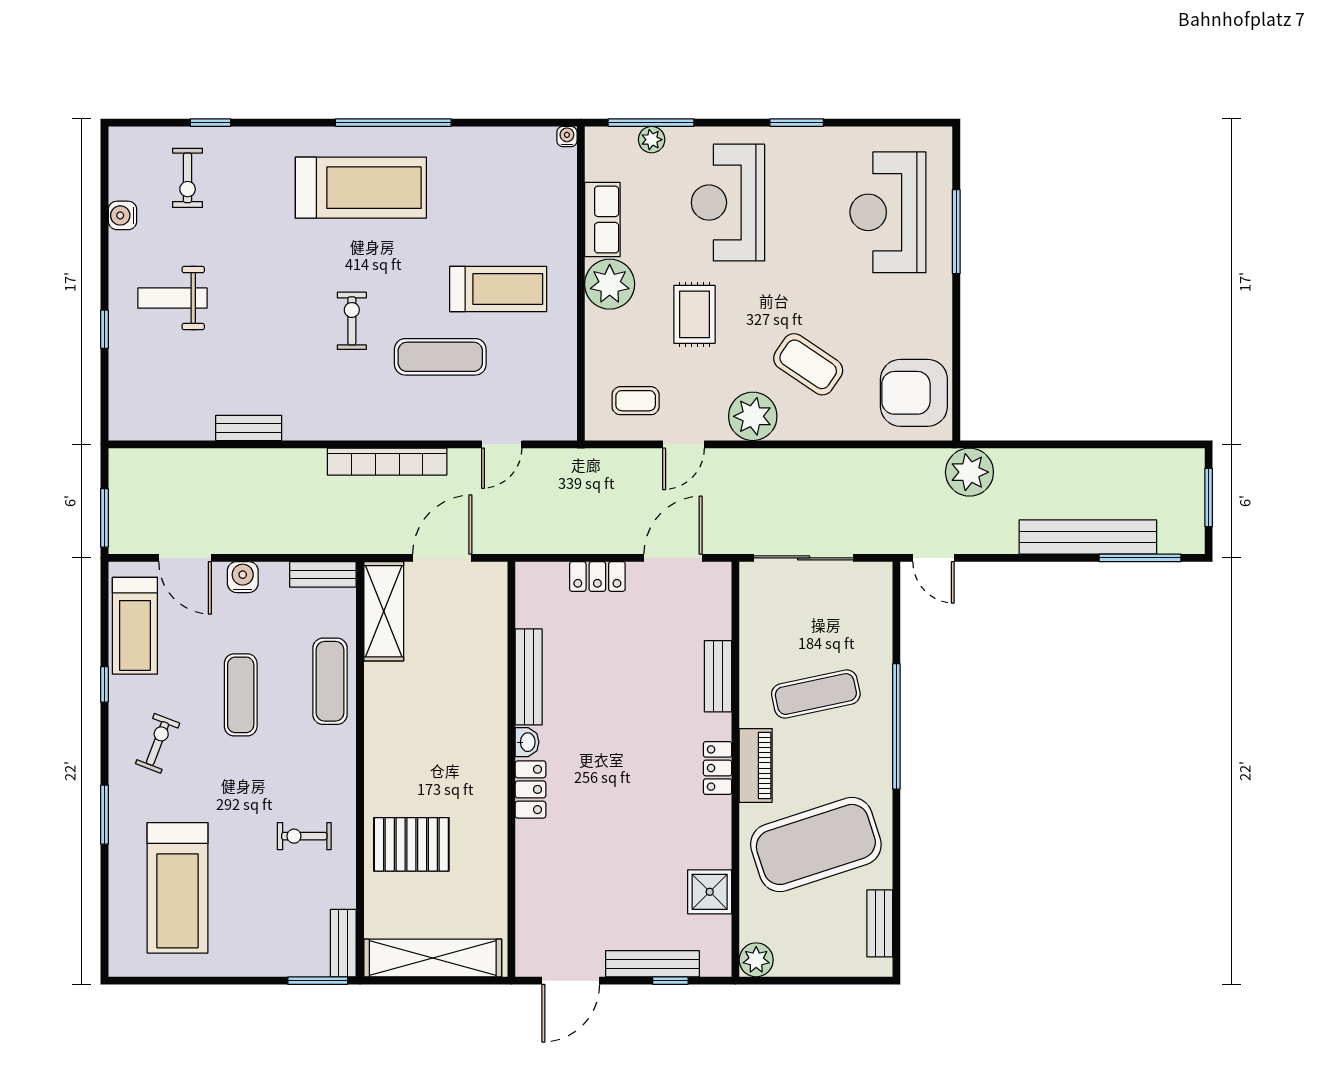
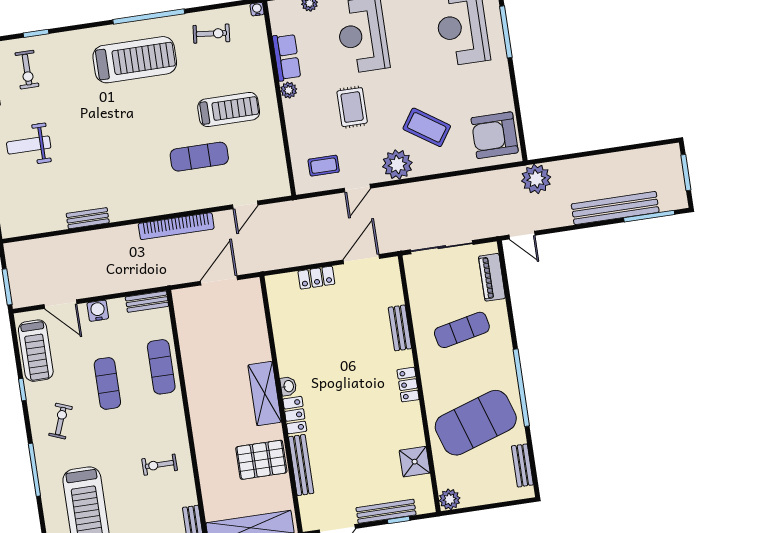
plant: (610, 284) -> (289, 90), width x0.53, depth x0.53
exercise bike: (352, 321) -> (211, 34), moved, turned 96
shelving: (384, 611) -> (265, 394), moved
bench: (529, 677) -> (301, 465), moved
window: (896, 726) -> (521, 388), moved
piano: (756, 765) -> (492, 277), moved, turned 180
window: (105, 815) -> (34, 470), width x1.44
pallet: (411, 844) -> (261, 460), moved

